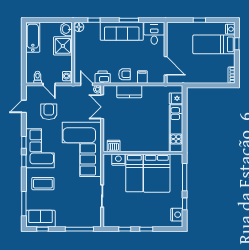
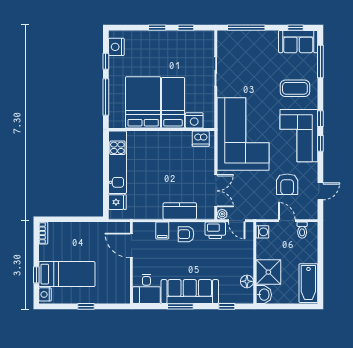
floor lamp: (79, 27) -> (247, 281), moved

